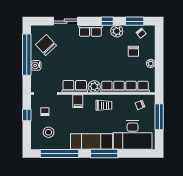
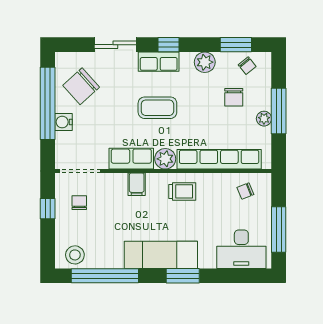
window: (107, 21) -> (168, 45), moved
chair: (46, 45) -> (81, 86), turned -89
coffee table: (90, 57) -> (157, 108), added
window: (159, 59) -> (279, 111), added
window: (159, 117) -> (279, 230), moved
stool: (49, 132) -> (75, 255), moved
desk: (133, 135) -> (241, 249), width x0.73, depth x0.77
window: (104, 153) -> (183, 276), width x0.69

